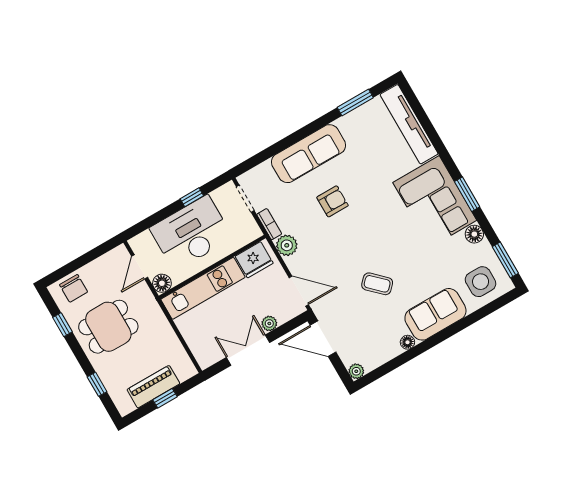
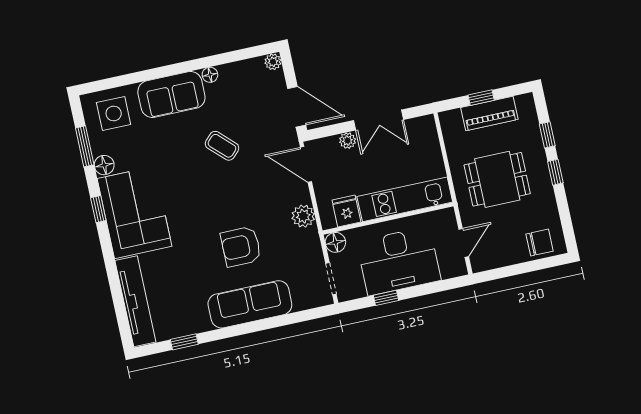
window: (355, 103) -> (184, 342), width x0.67
window: (467, 194) -> (98, 209), width x0.67
armchair: (333, 201) -> (241, 247), width x1.38, depth x1.38
bookcase: (269, 224) -> (314, 244), removed
fridge: (254, 260) -> (346, 211), width x0.72
window: (505, 260) -> (85, 146), moved
floor lamp: (162, 283) -> (335, 242), moved
chair: (74, 288) -> (540, 243), turned 90
window: (63, 325) -> (555, 172), moved
dining table: (108, 327) -> (497, 179), moved

